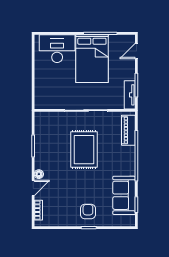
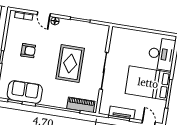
tv unit: (130, 95) -> (122, 113), moved
rug: (84, 150) -> (70, 64), turned 90
armchair: (88, 211) -> (28, 51), moved

